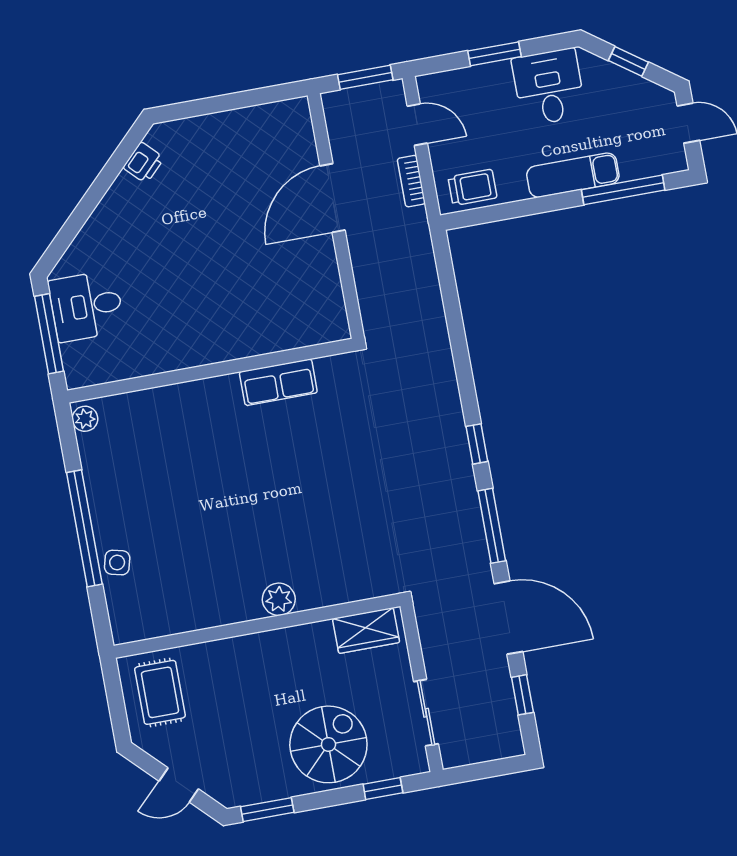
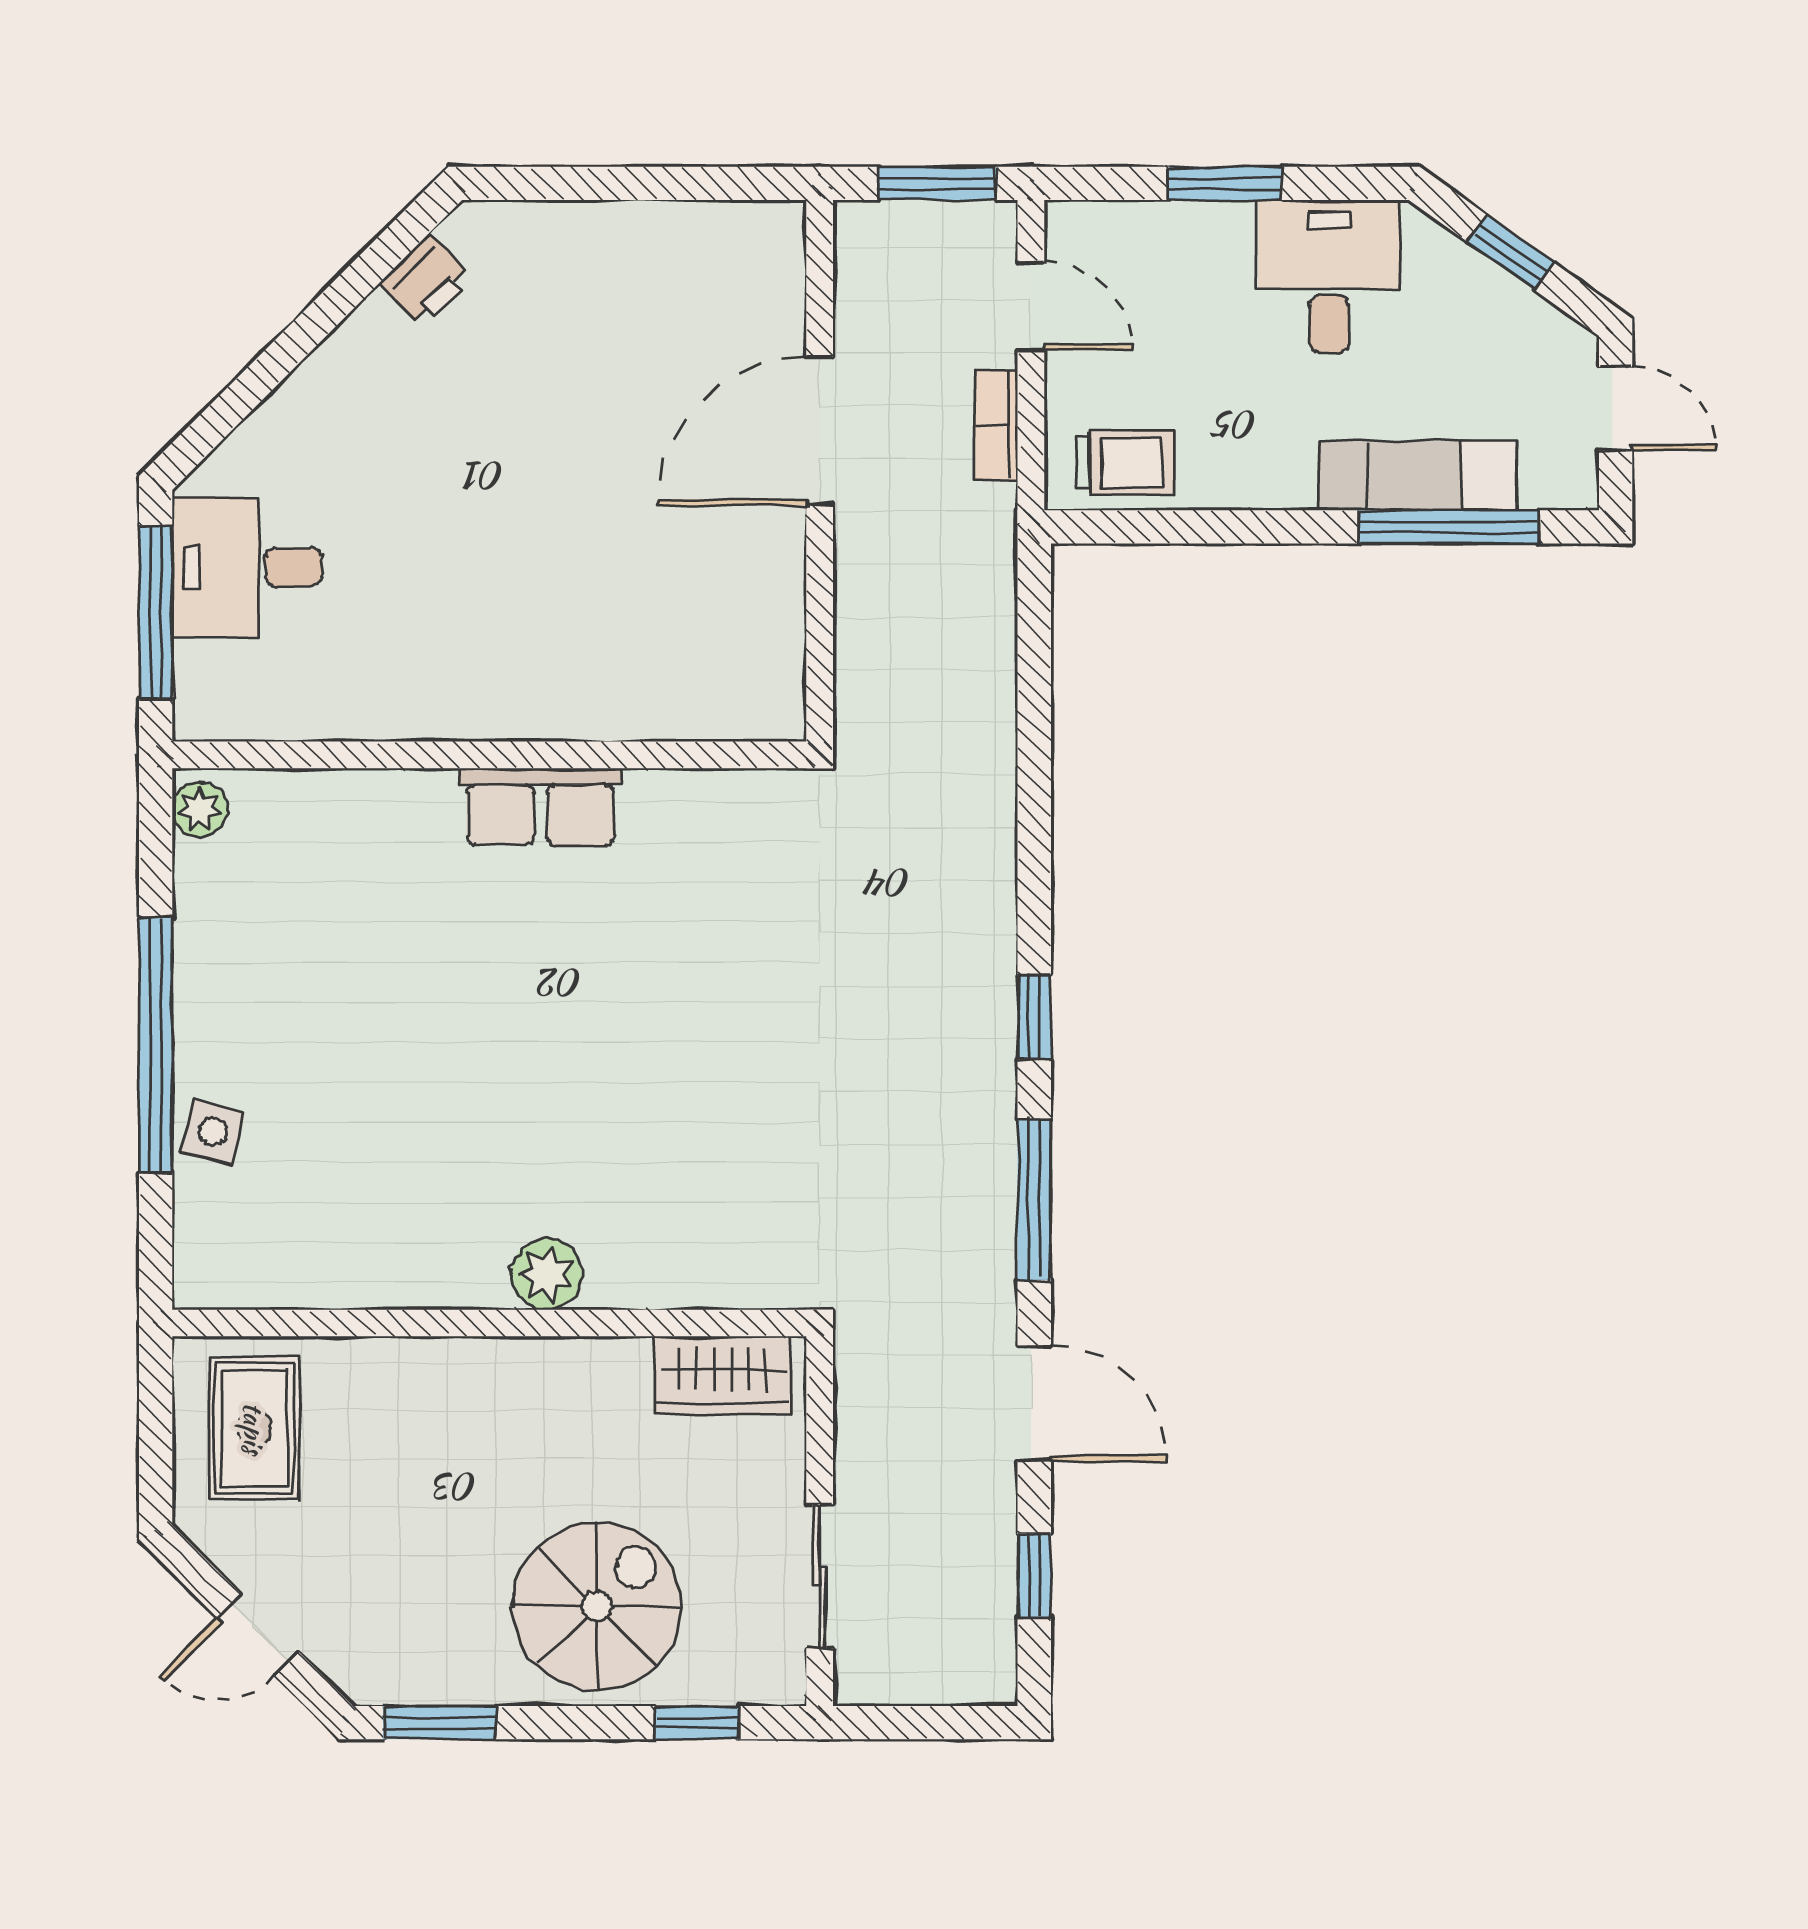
exam couch: (573, 175) -> (1417, 476), moved
row of seats: (278, 382) -> (540, 806), moved
door: (508, 618) -> (1034, 1404), width x0.73

